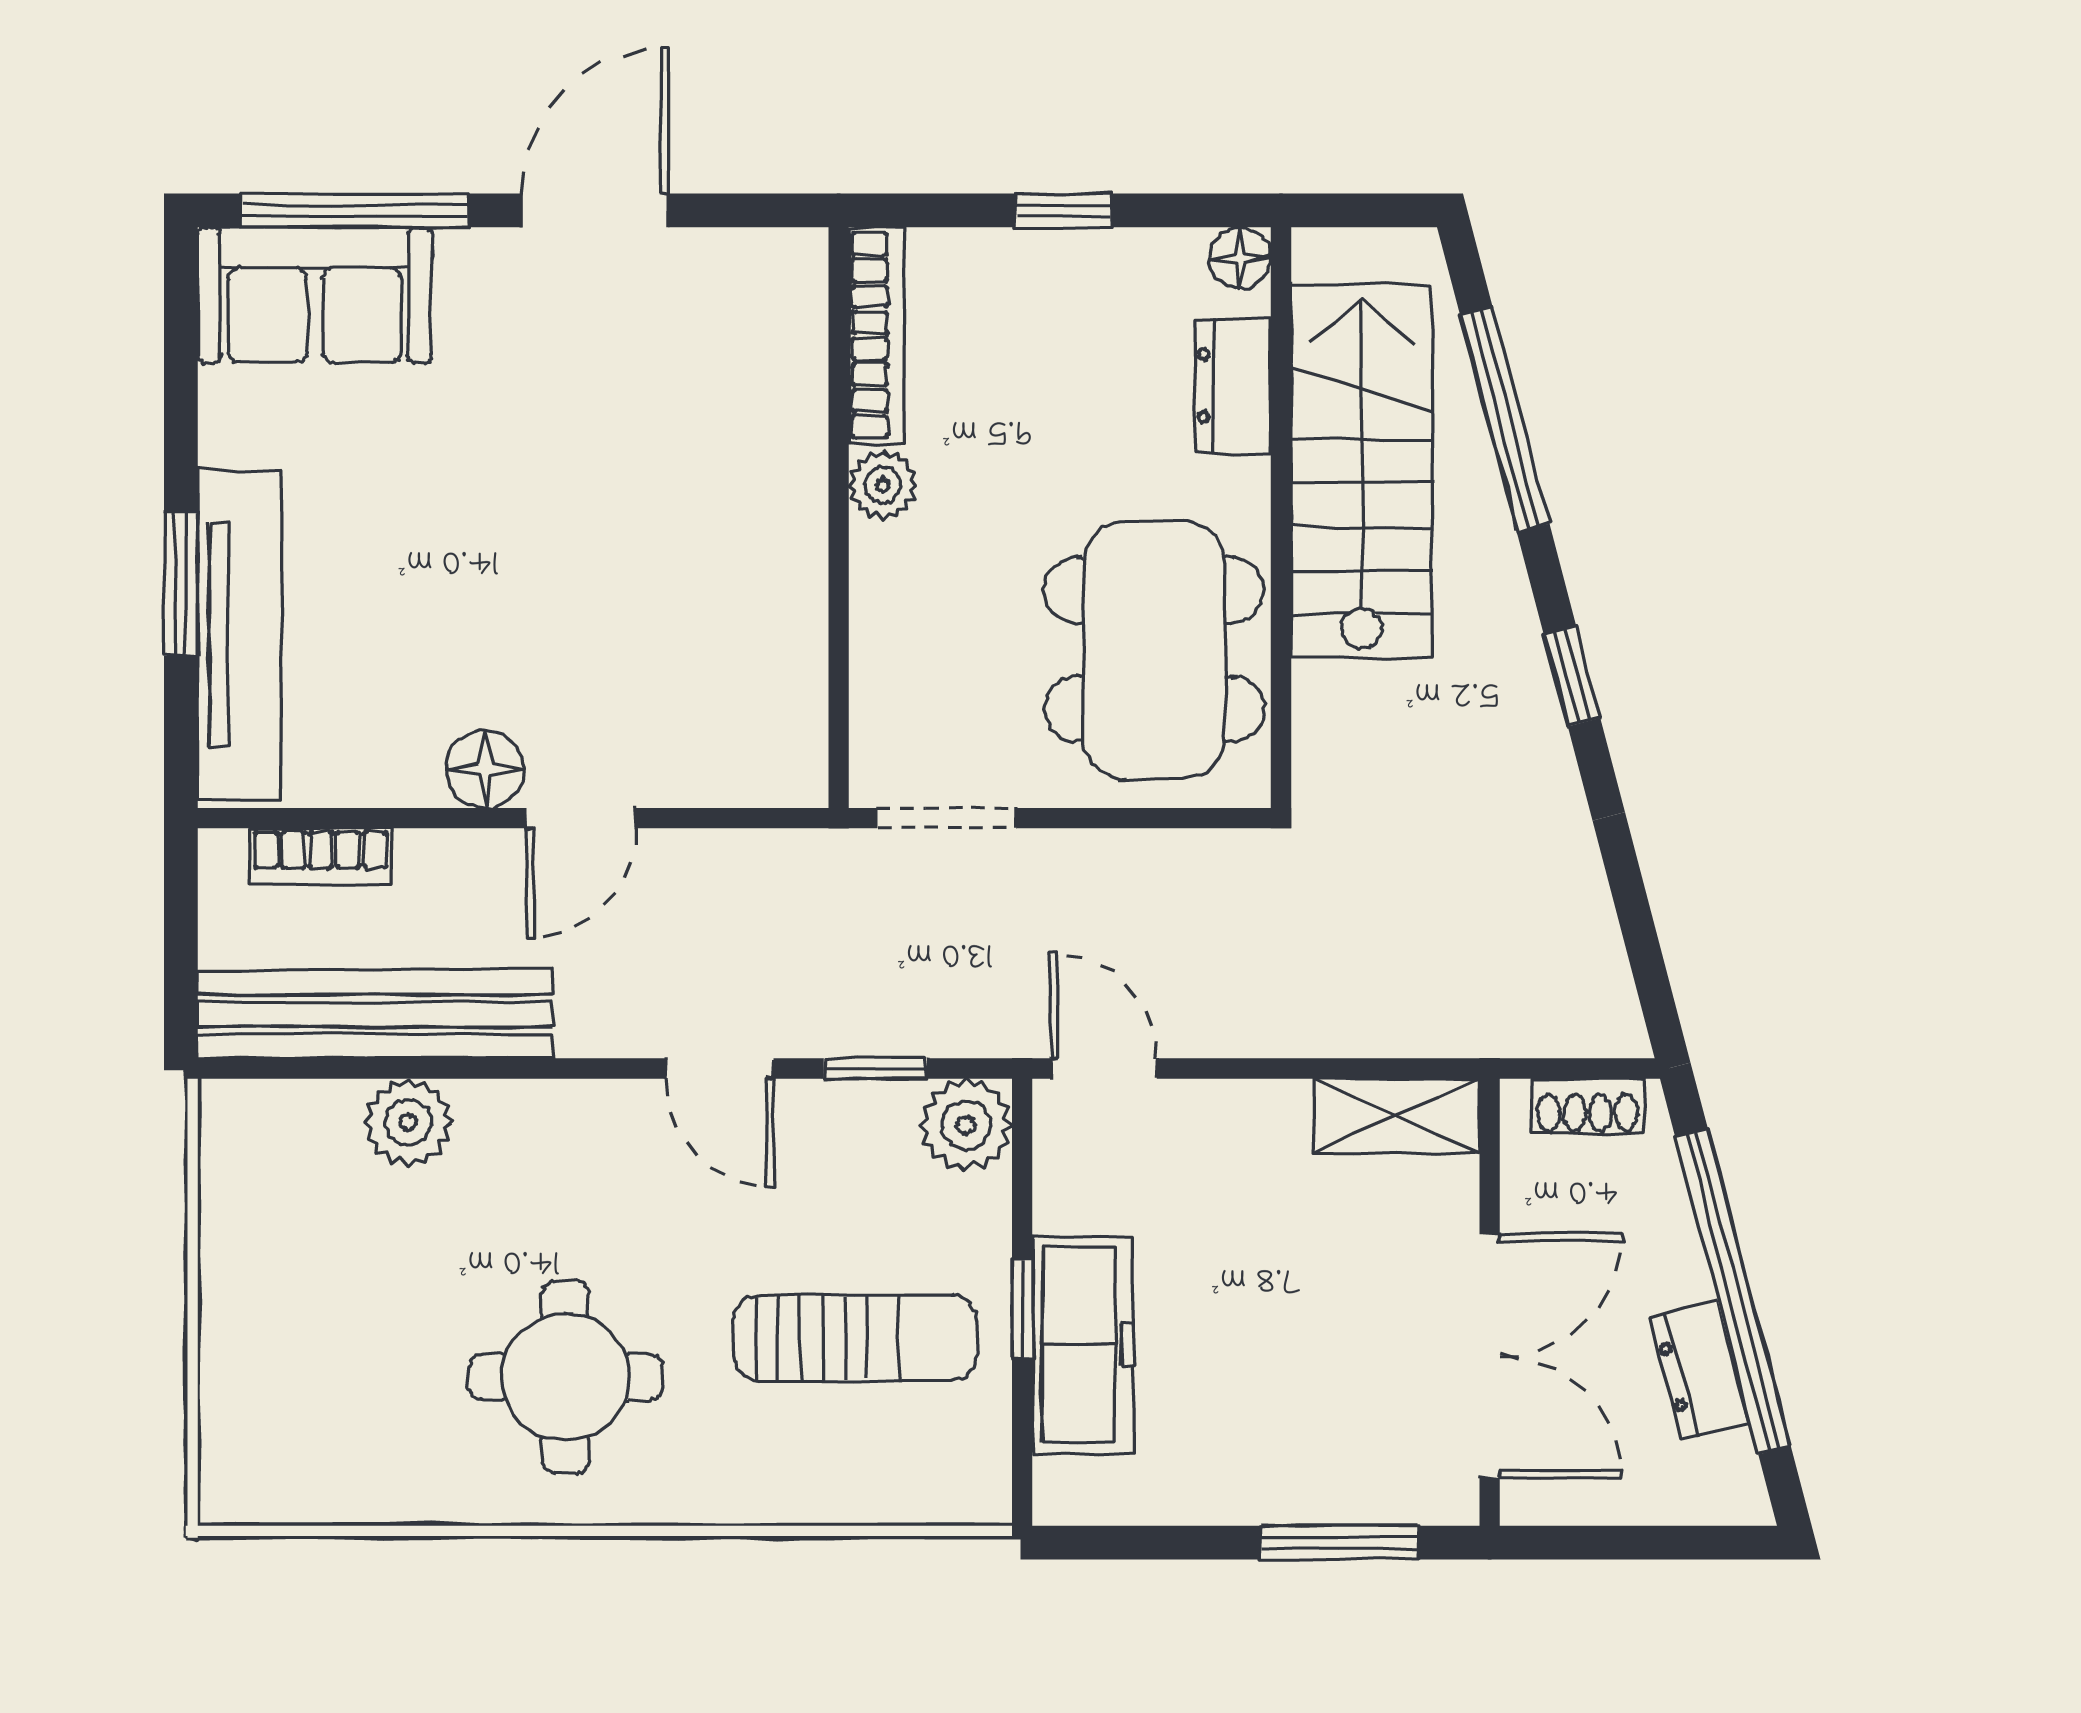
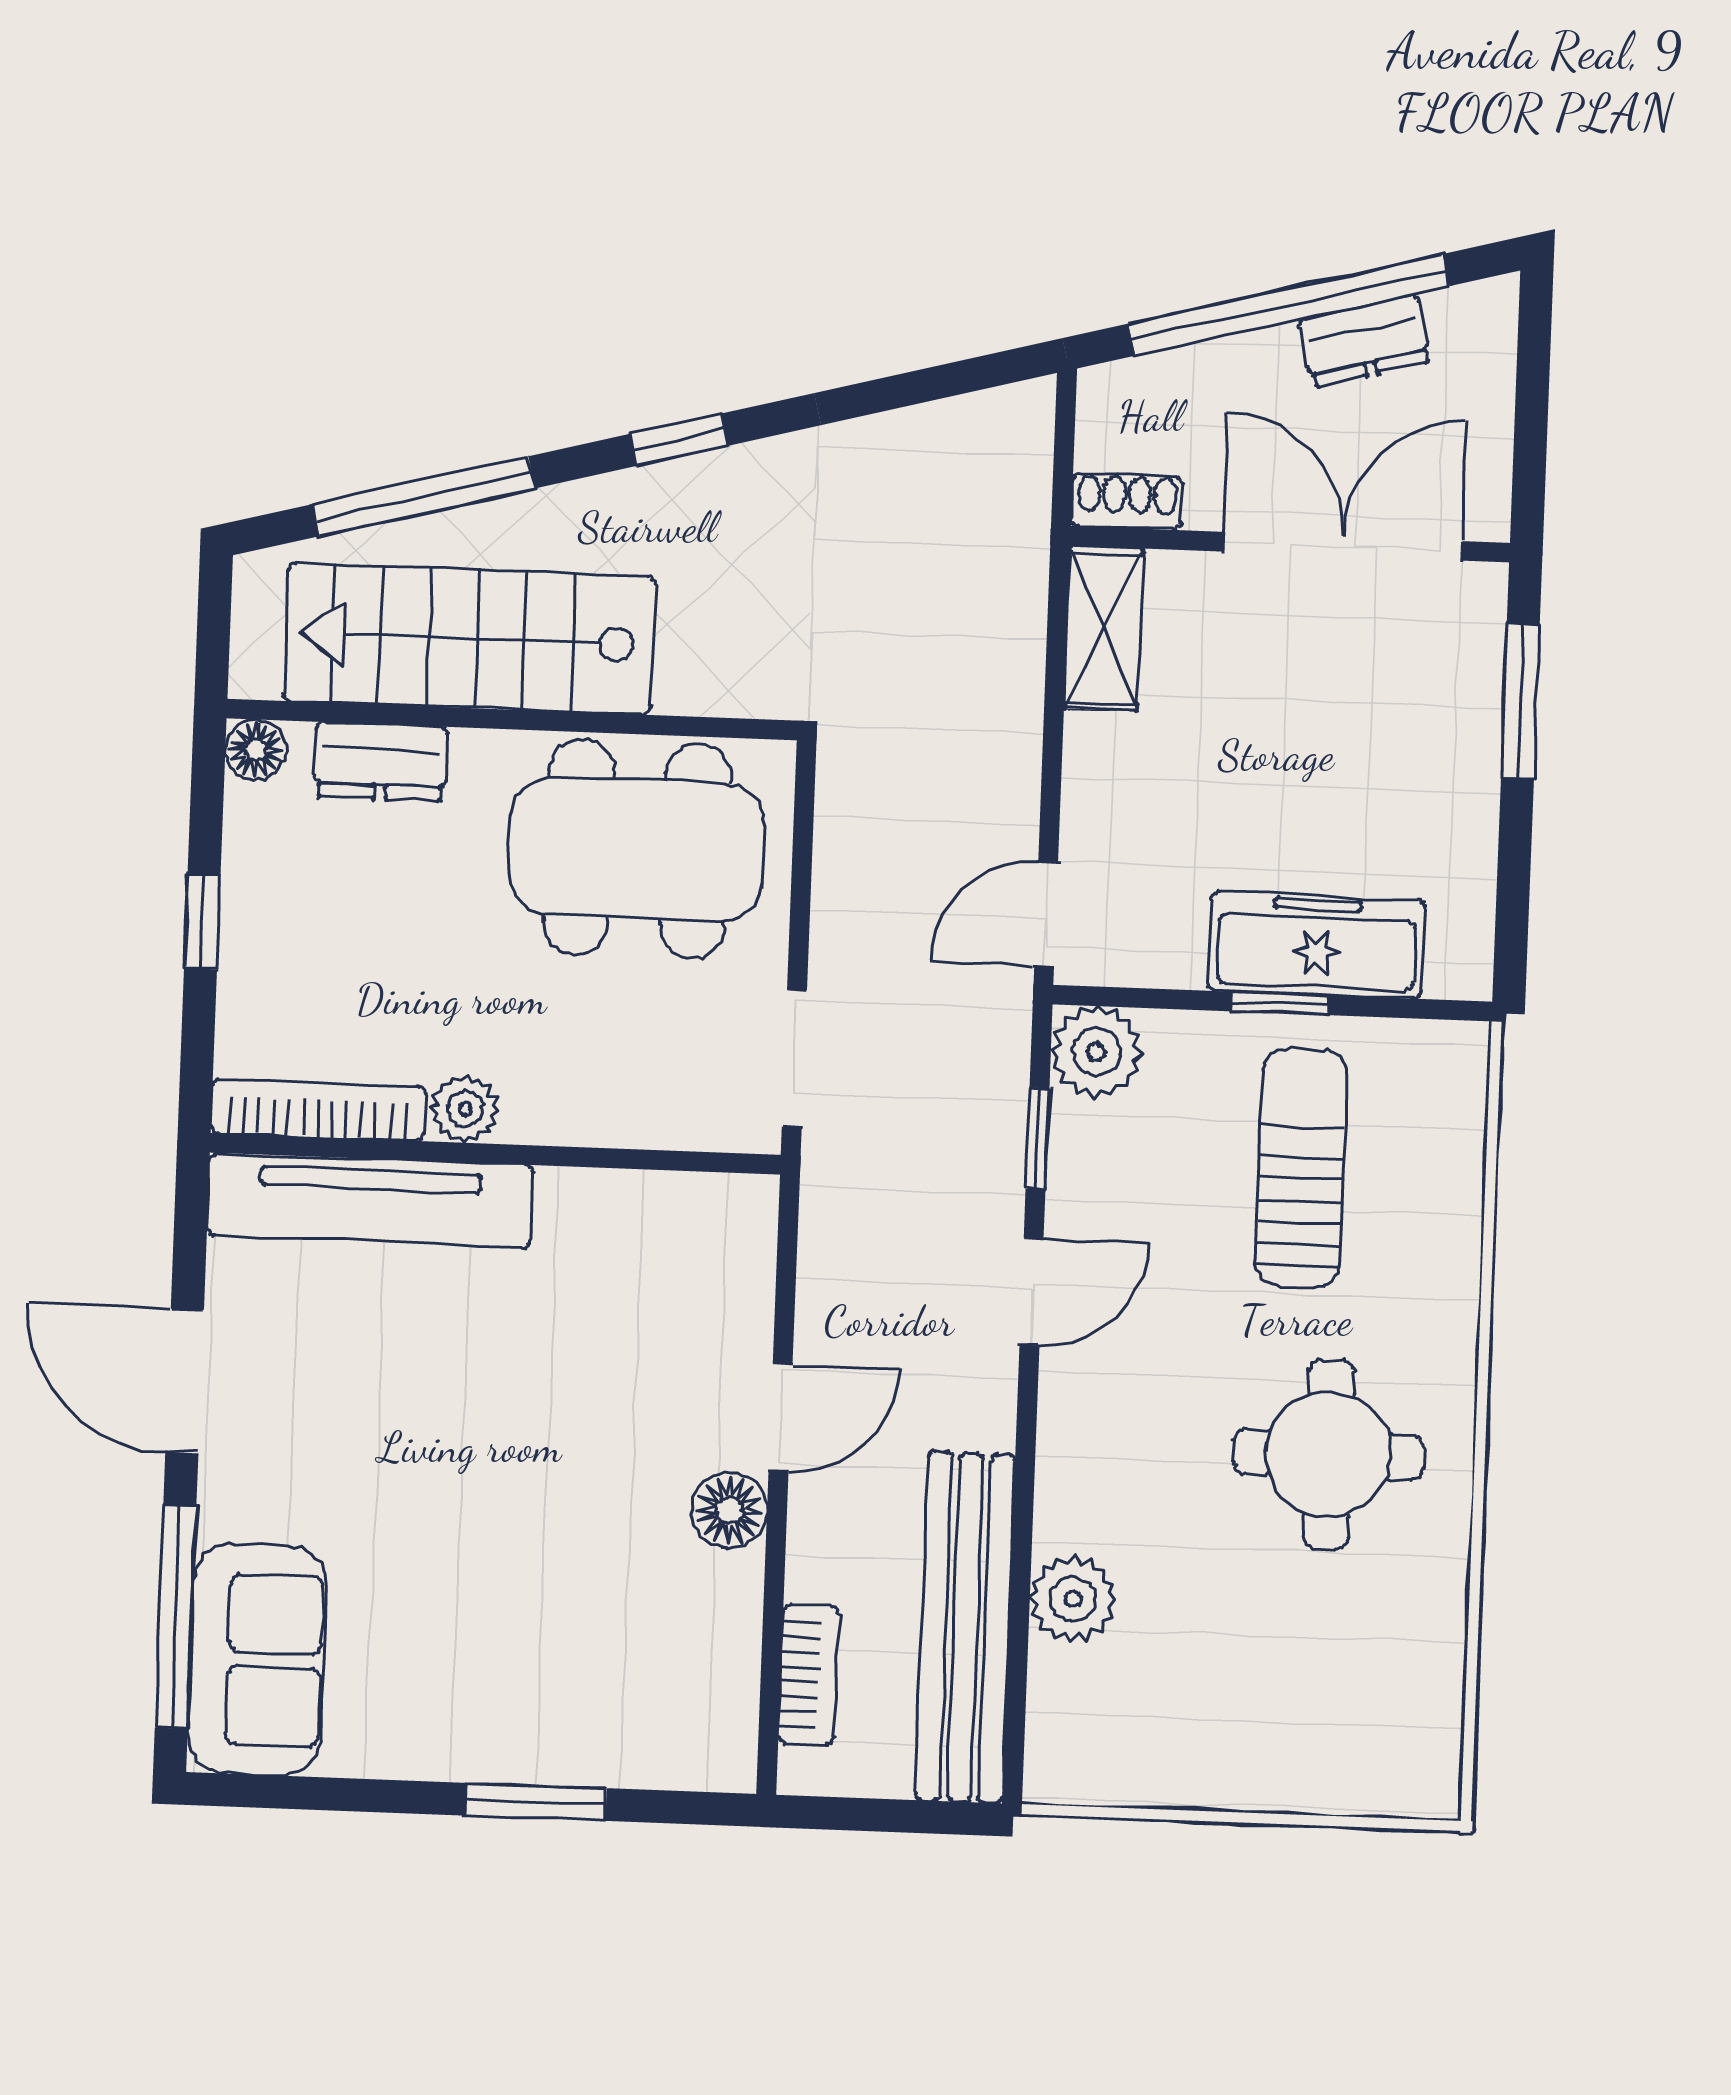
tv unit: (240, 635) -> (370, 1200), moved, turned 180
door: (581, 818) -> (781, 1418), hinge flipped
shoe rack: (1588, 1106) -> (1127, 501), moved, turned -90

